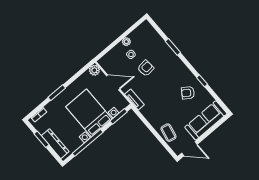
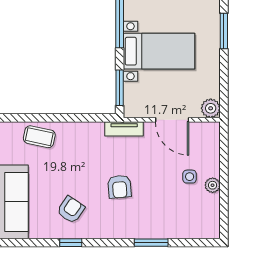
armchair: (146, 68) -> (119, 187), moved
door: (113, 82) -> (172, 120), hinge flipped
bed with nightstands: (89, 113) -> (159, 51), width x0.73

